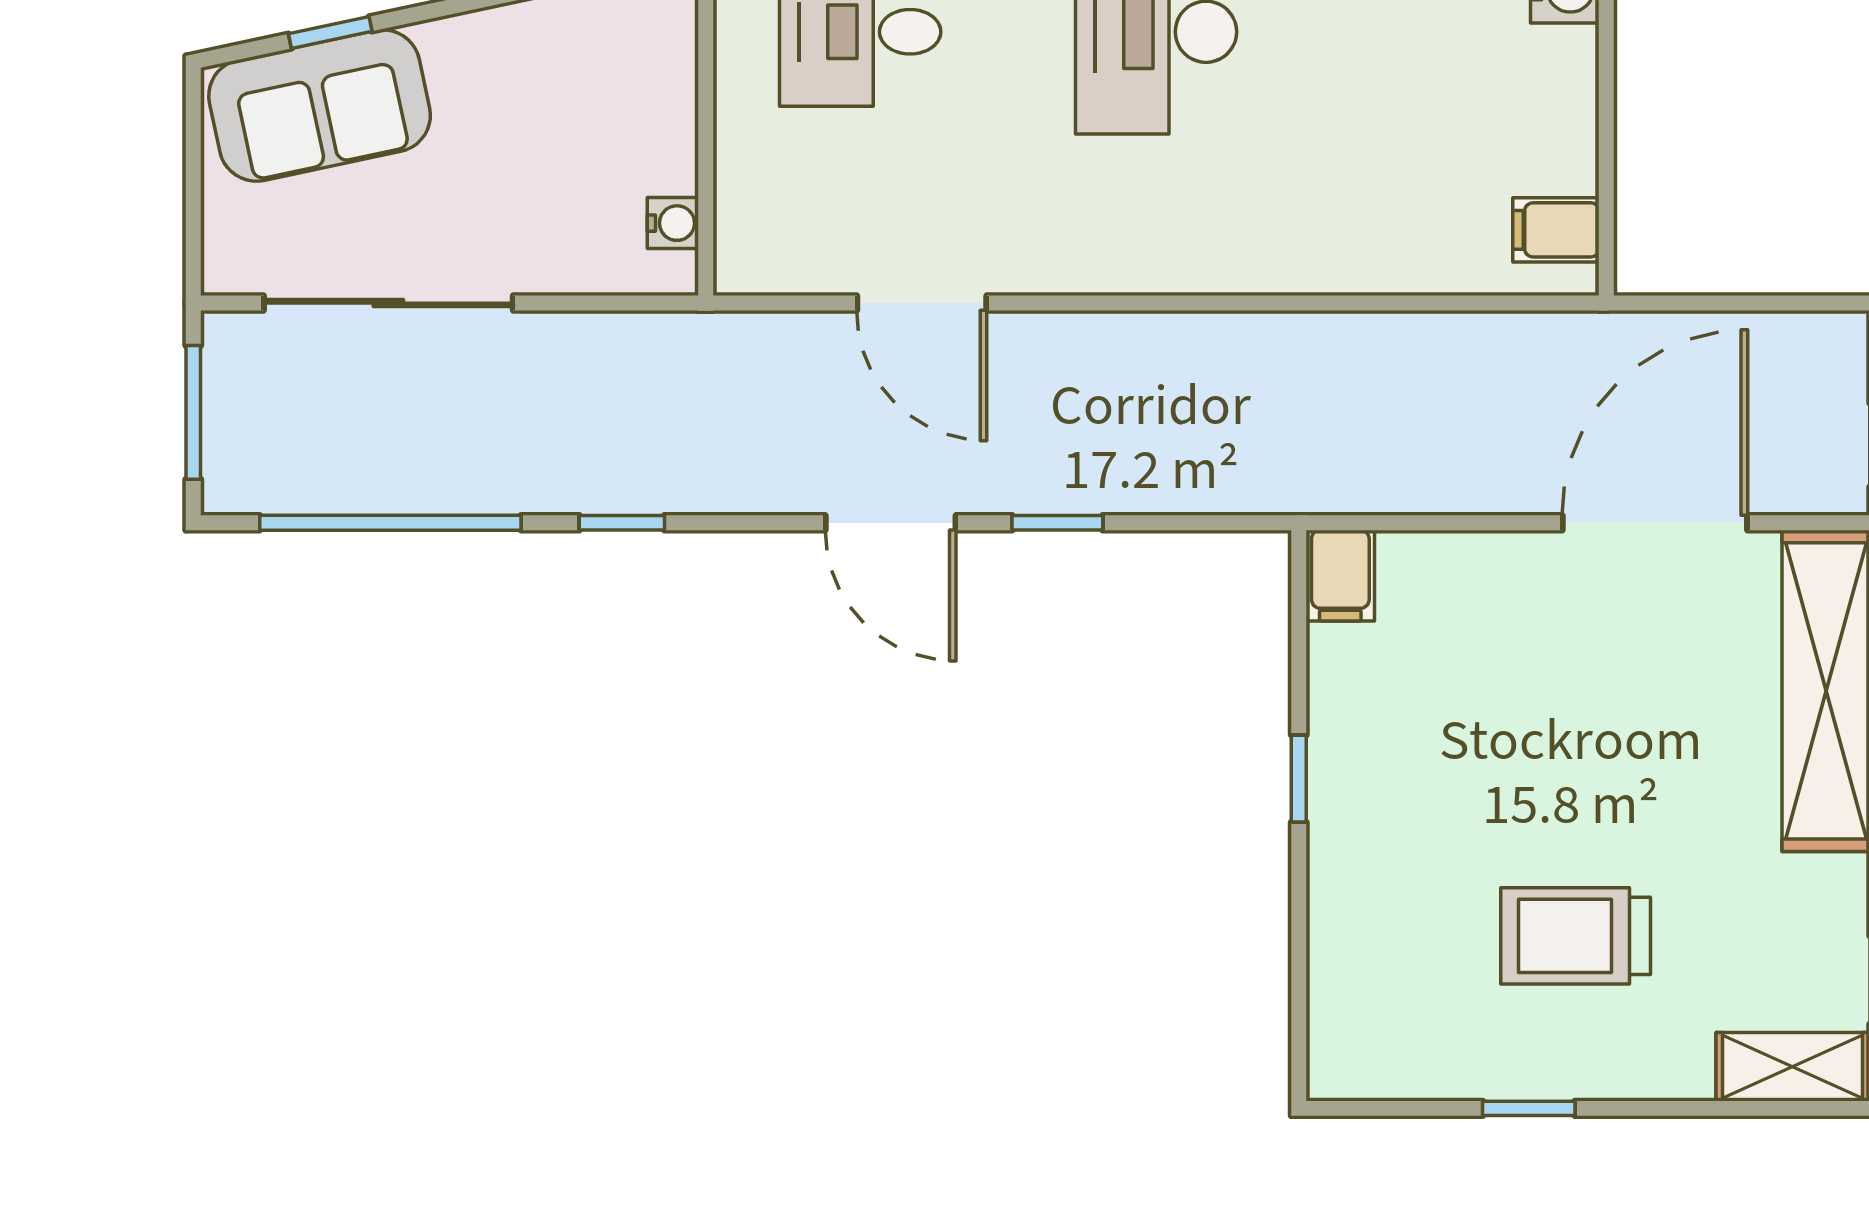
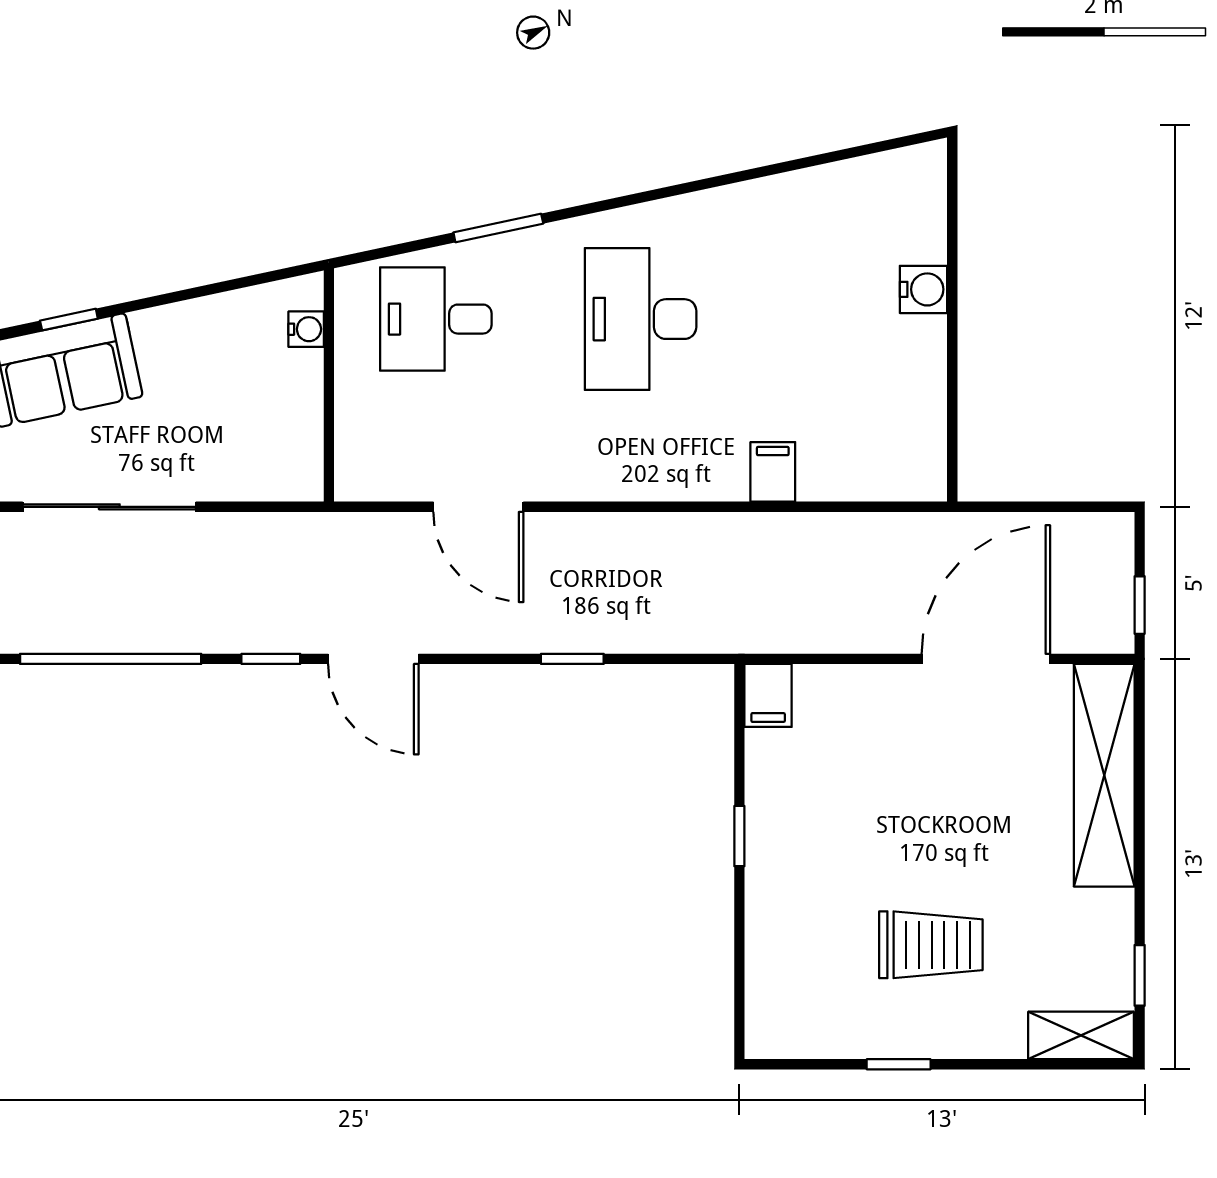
water cooler: (673, 223) -> (306, 329), moved
filing cabinet: (1556, 230) -> (773, 472), moved, turned 90
door: (891, 523) -> (373, 659), moved
trolley: (1576, 936) -> (931, 945), turned 180

